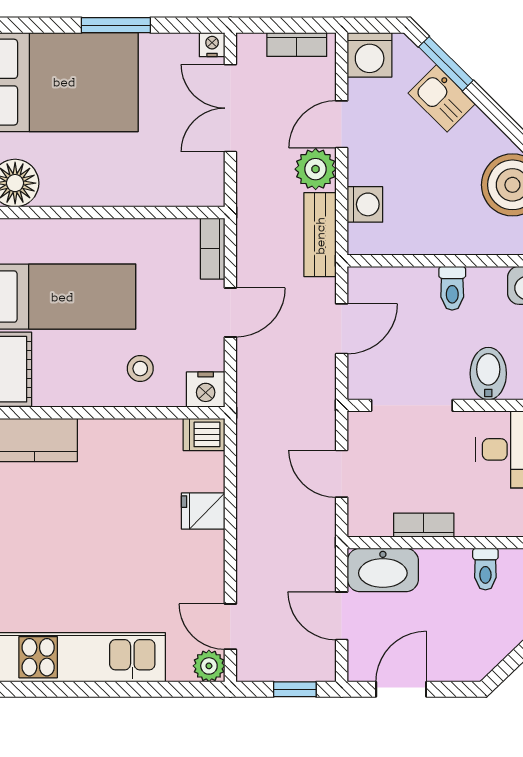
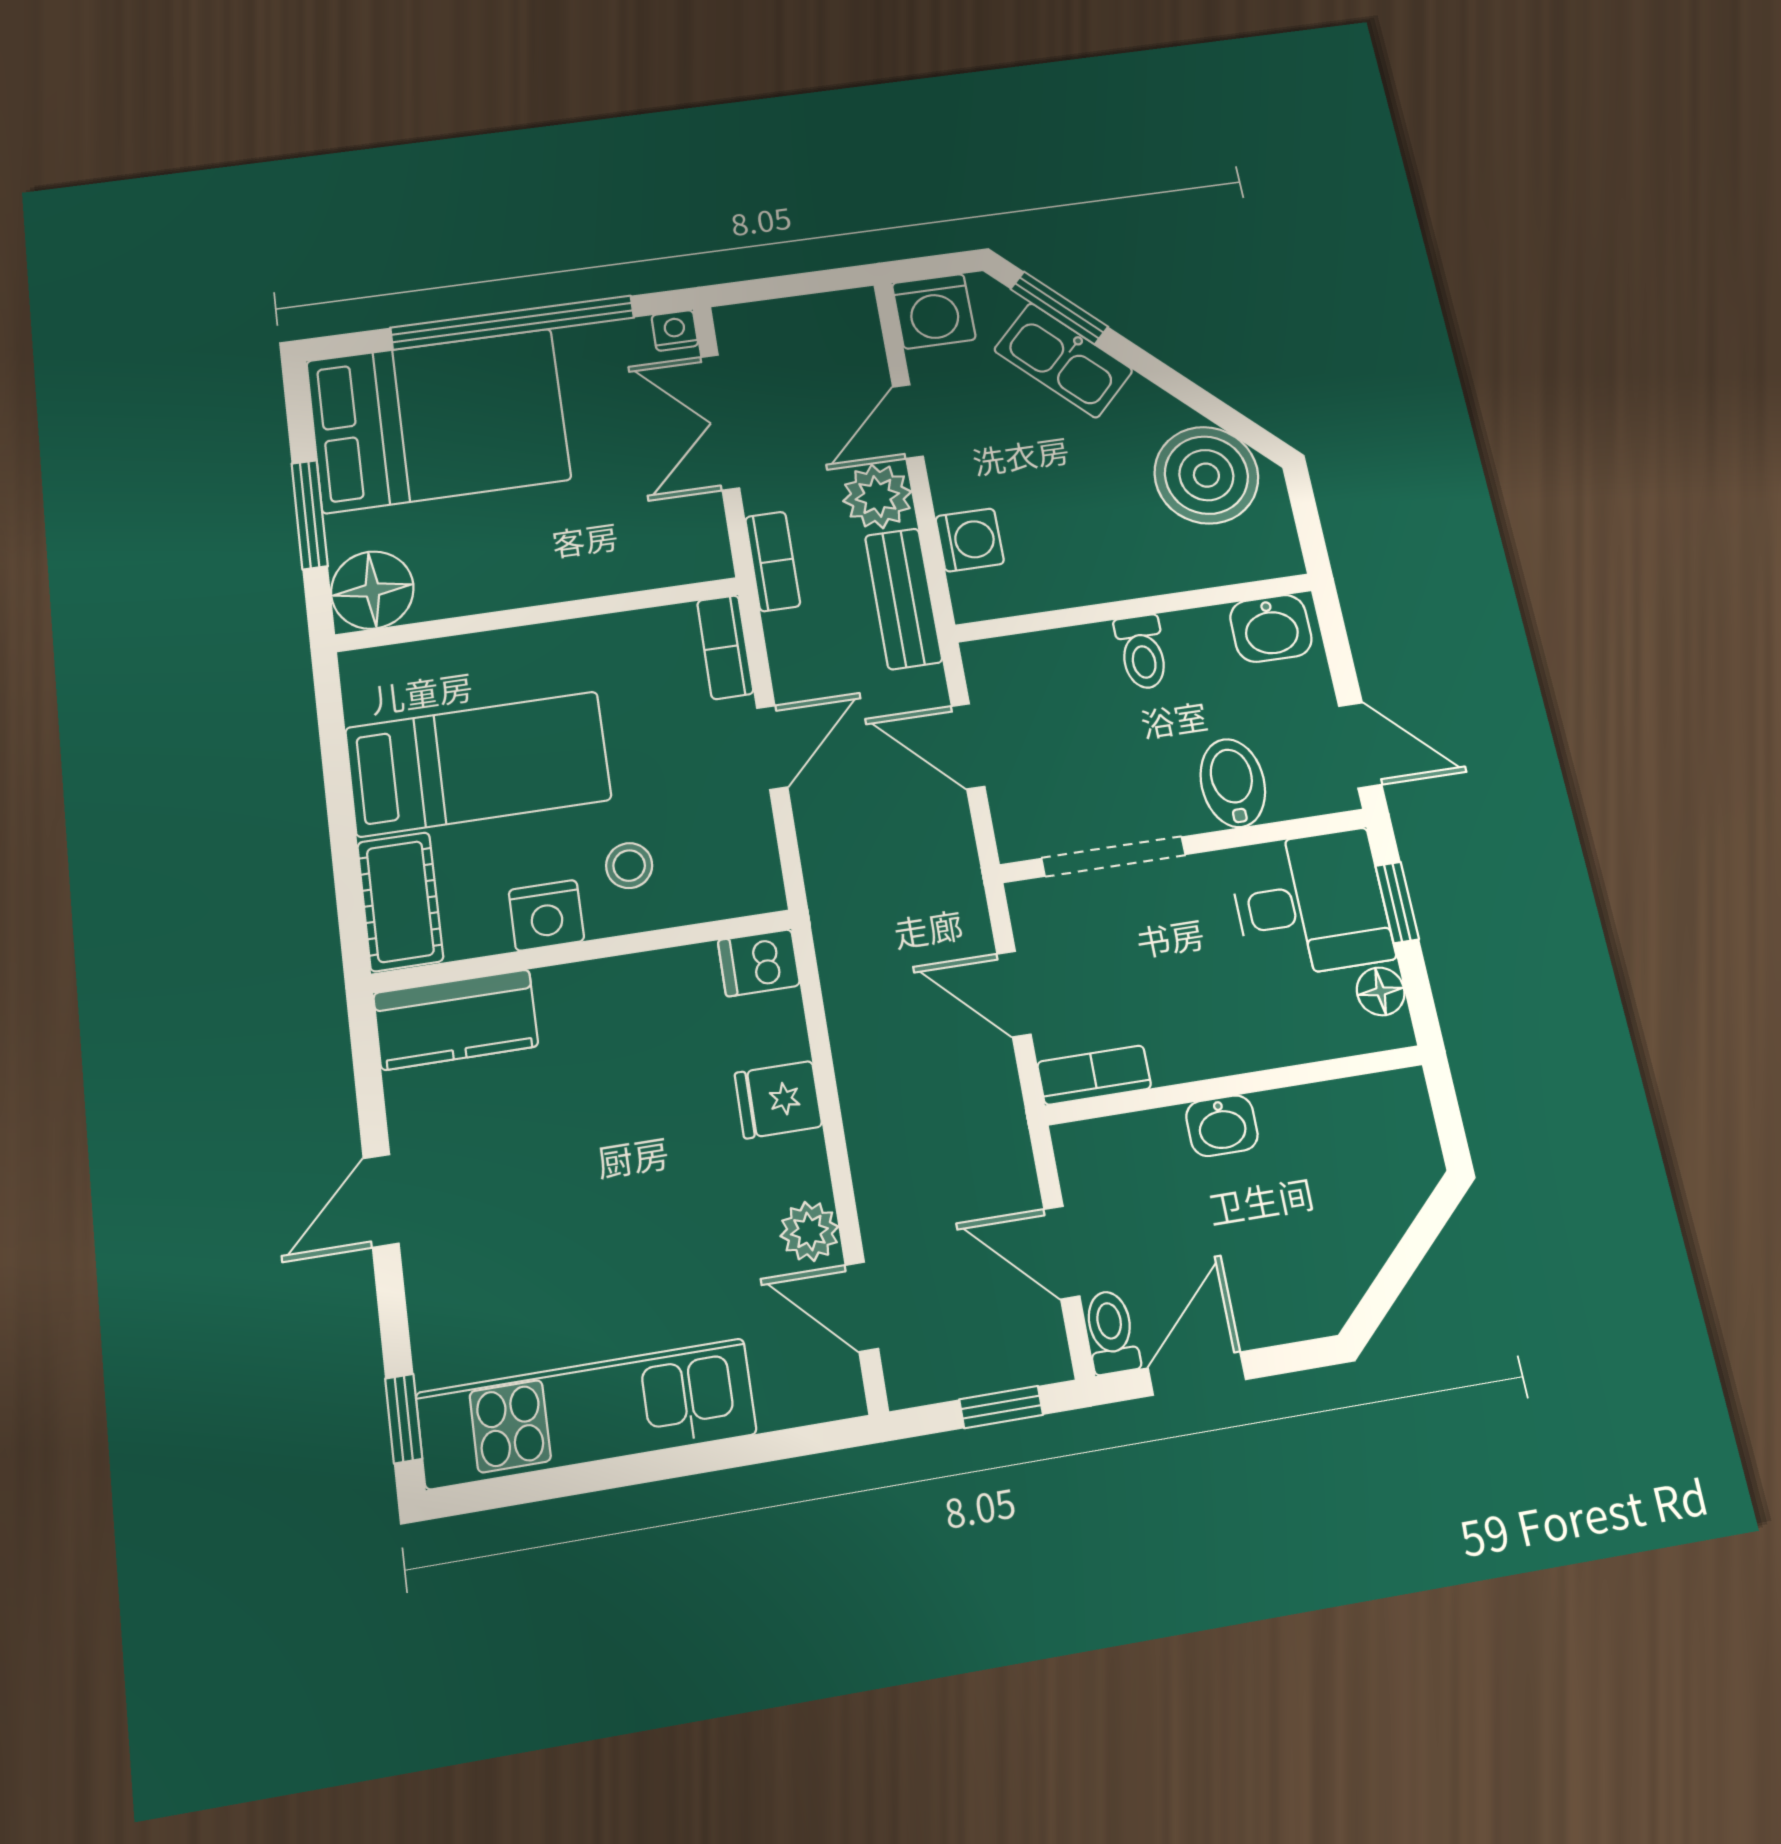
window: (116, 25) -> (512, 323), width x2.11
bookcase: (297, 44) -> (773, 561), moved, turned -90
kitchen sink: (442, 98) -> (1063, 360), width x1.38
door: (342, 329) -> (968, 746), swing flipped
nightstand: (206, 390) -> (546, 915), moved
bookcase: (424, 525) -> (1094, 1075), moved
toilet: (485, 569) -> (1111, 1332), moved, turned 180
washbasin: (383, 570) -> (1222, 1126), moved, width x0.52, depth x0.69
plant: (209, 666) -> (809, 1231), moved

